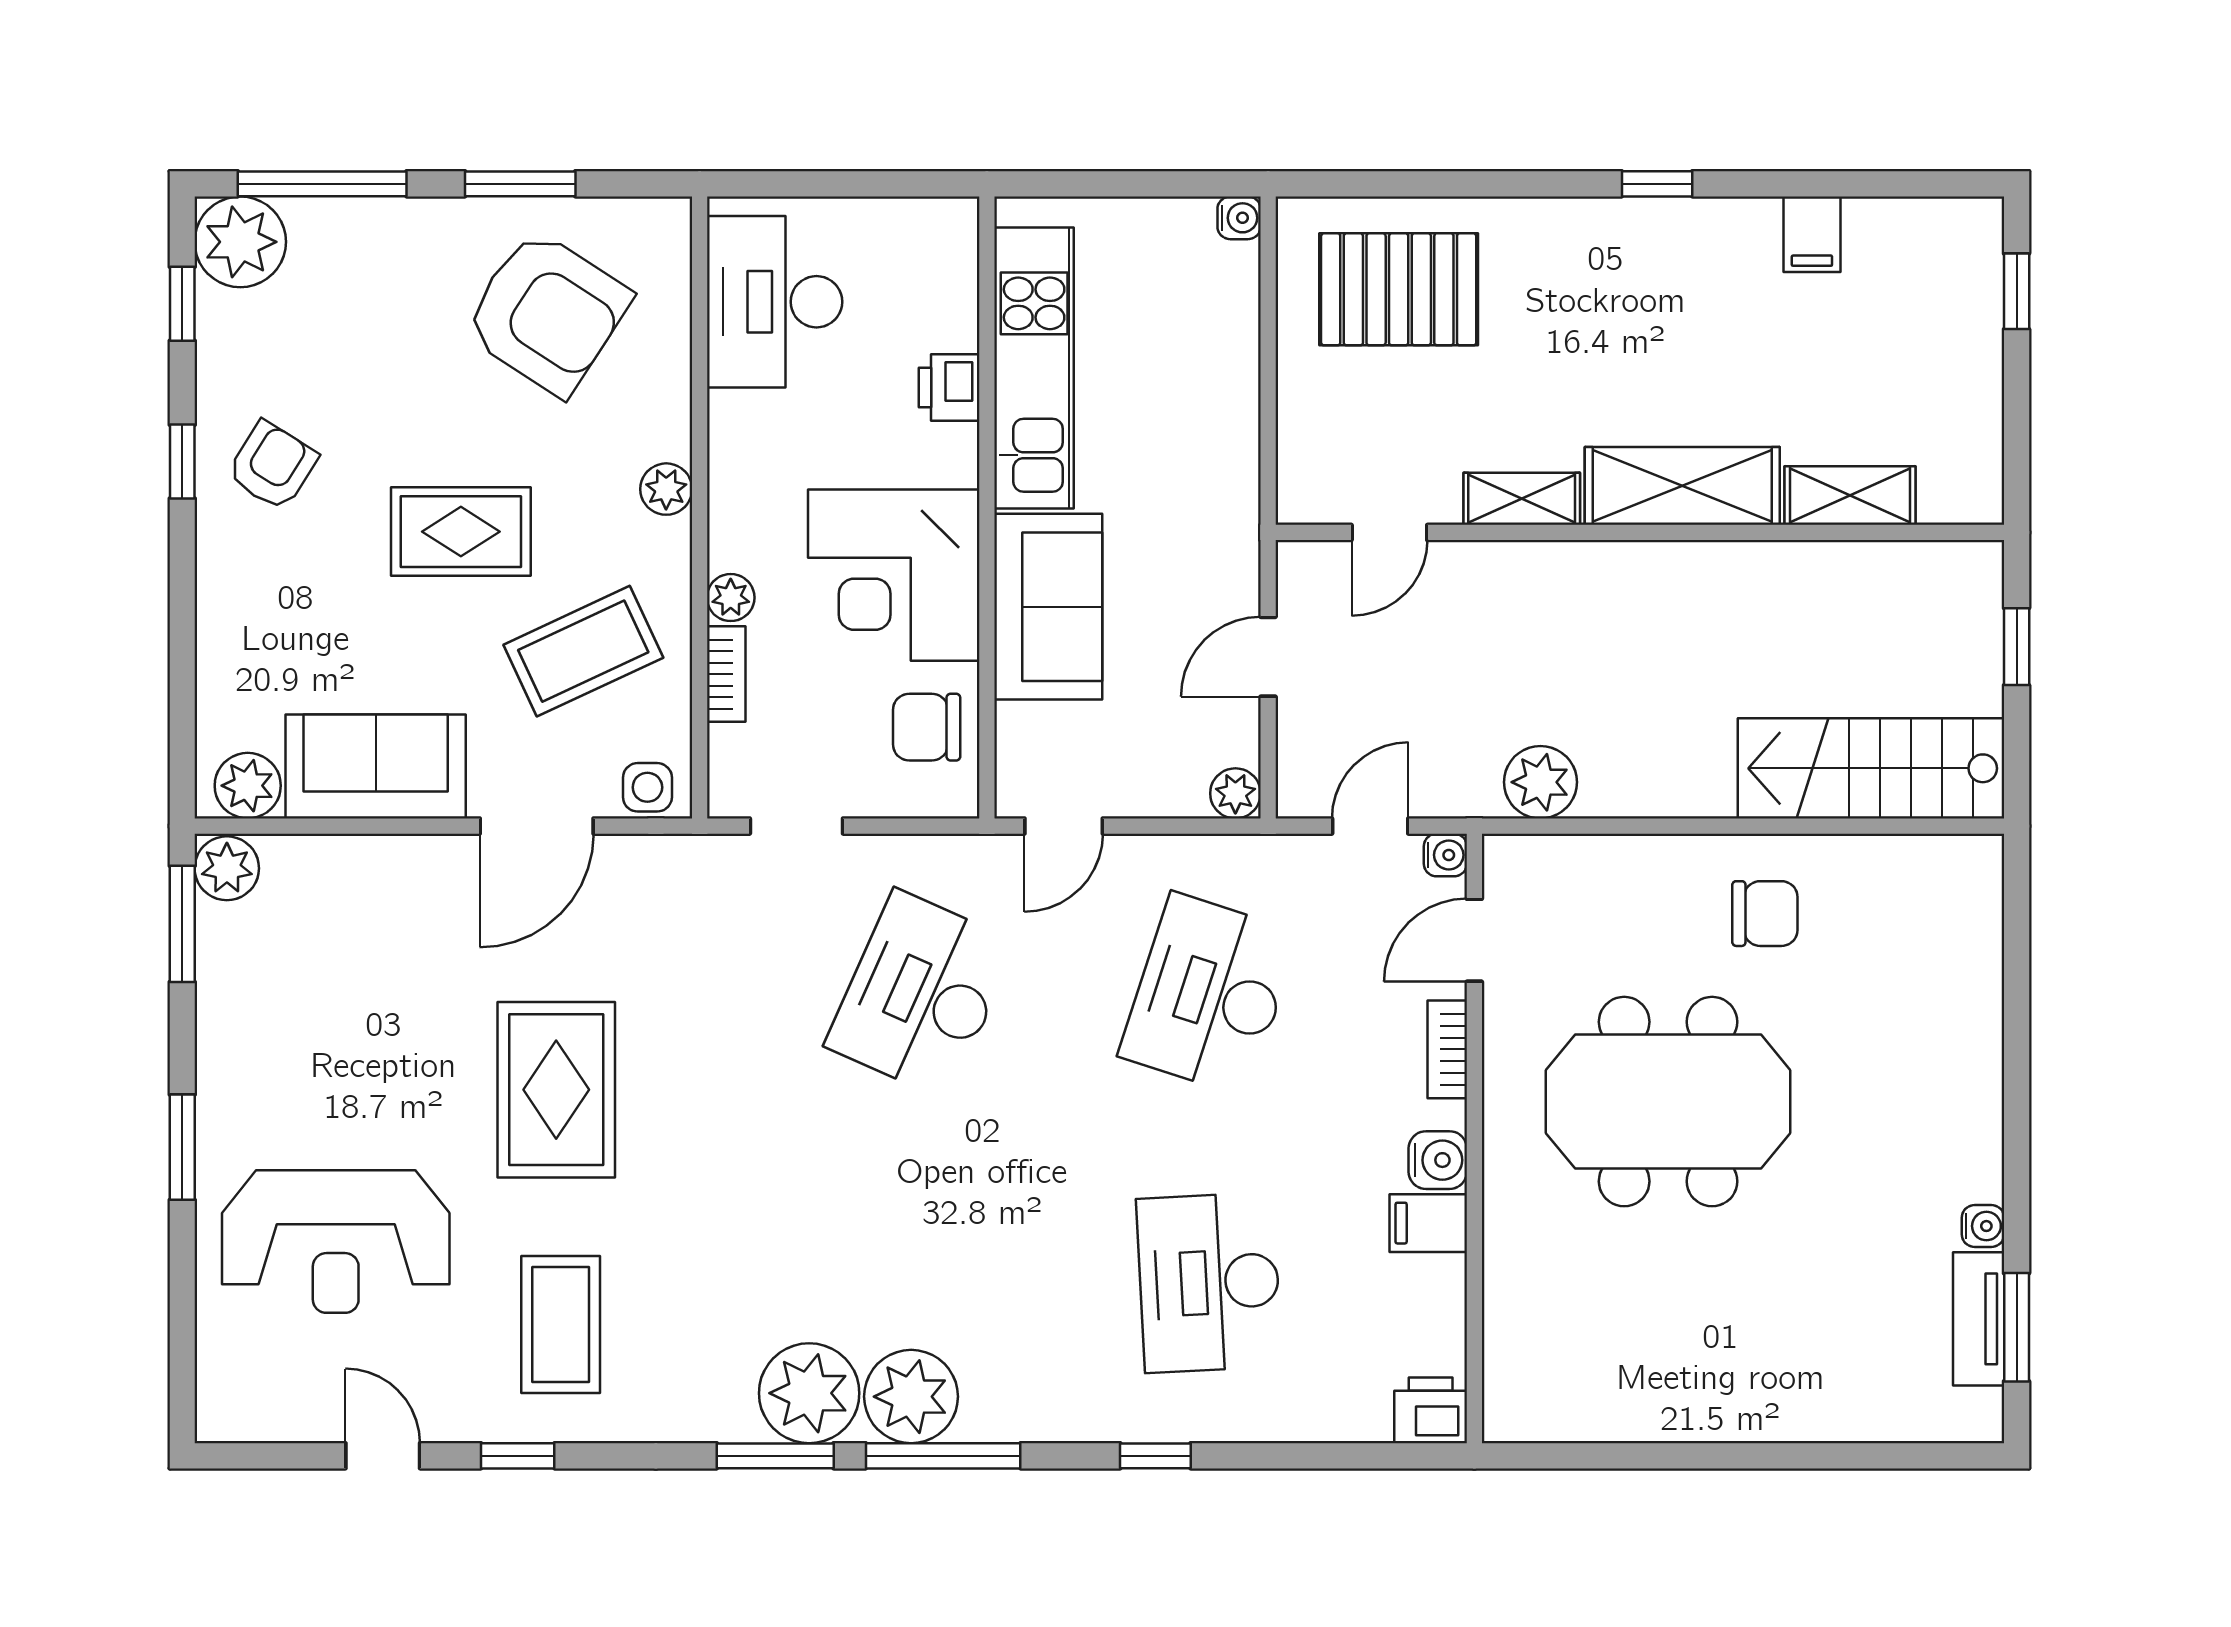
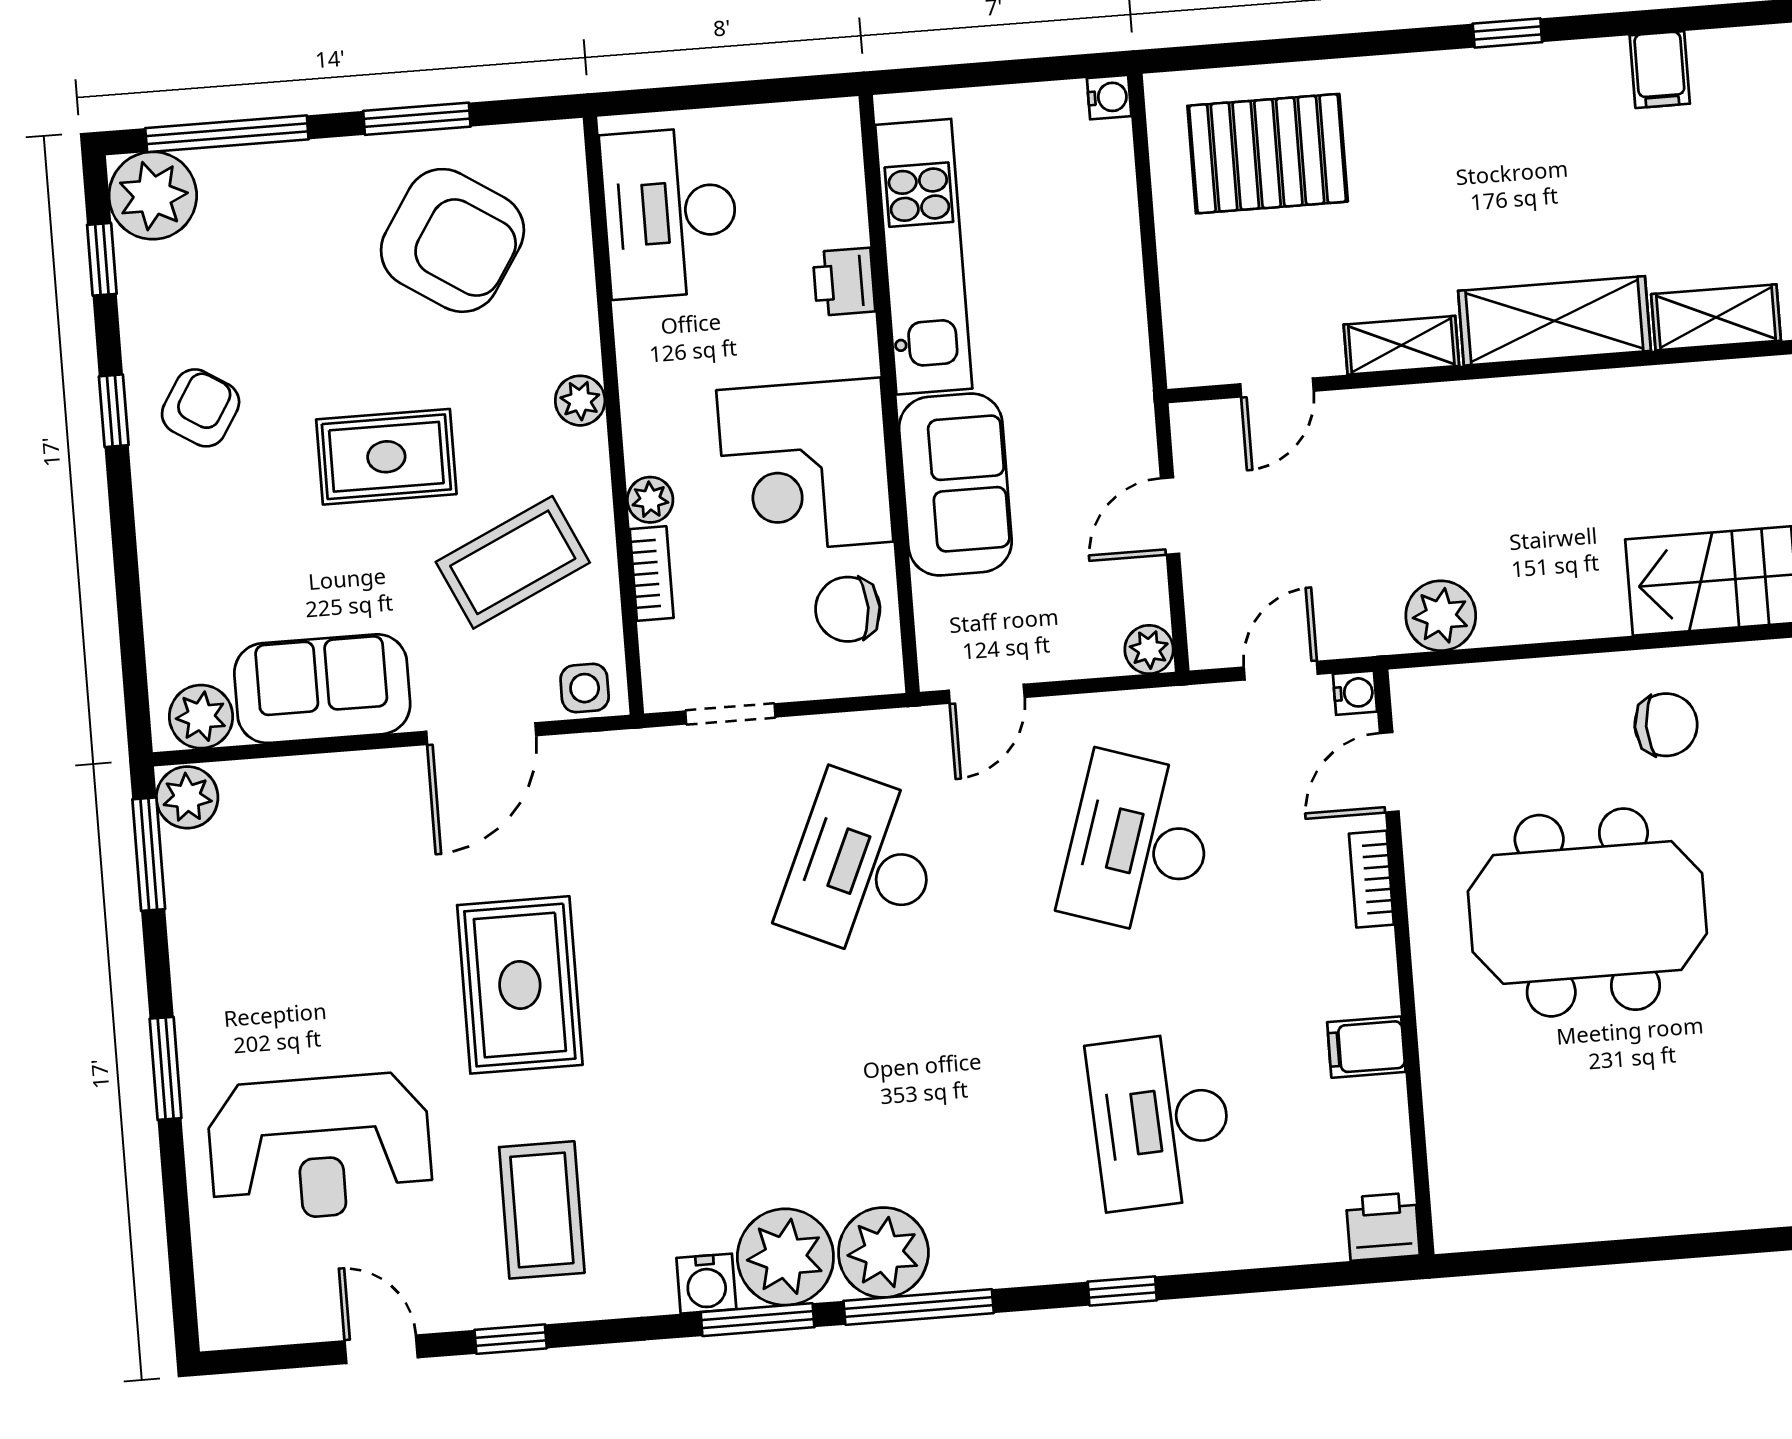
water cooler: (1438, 1160) -> (706, 1284), moved, turned 90

